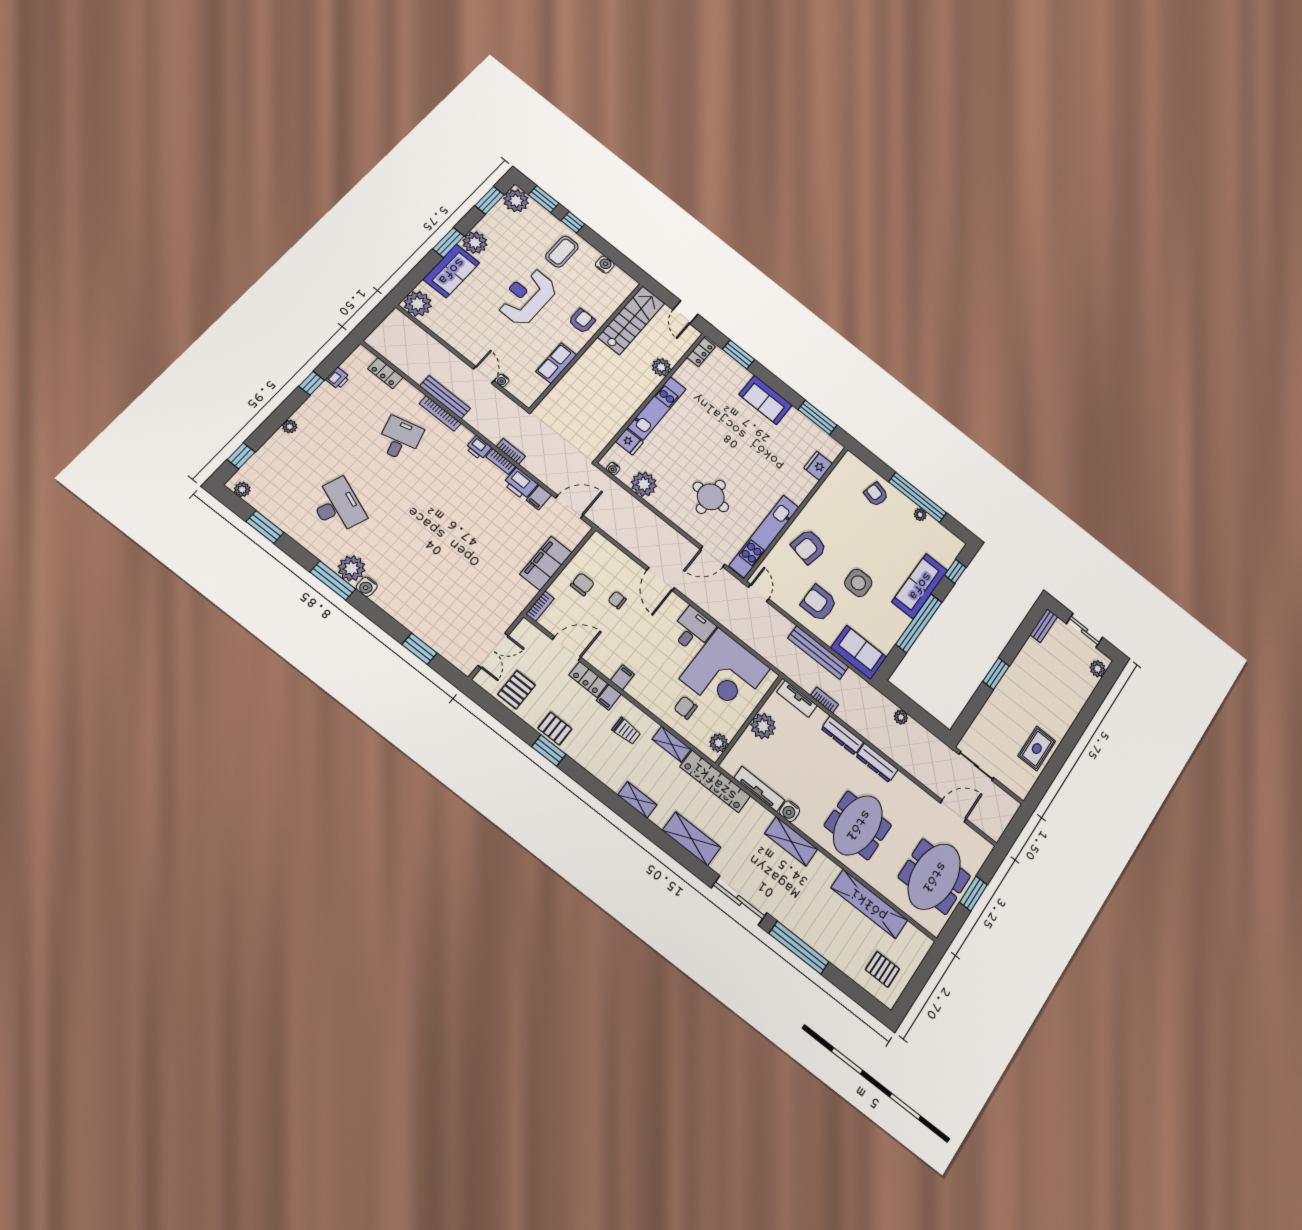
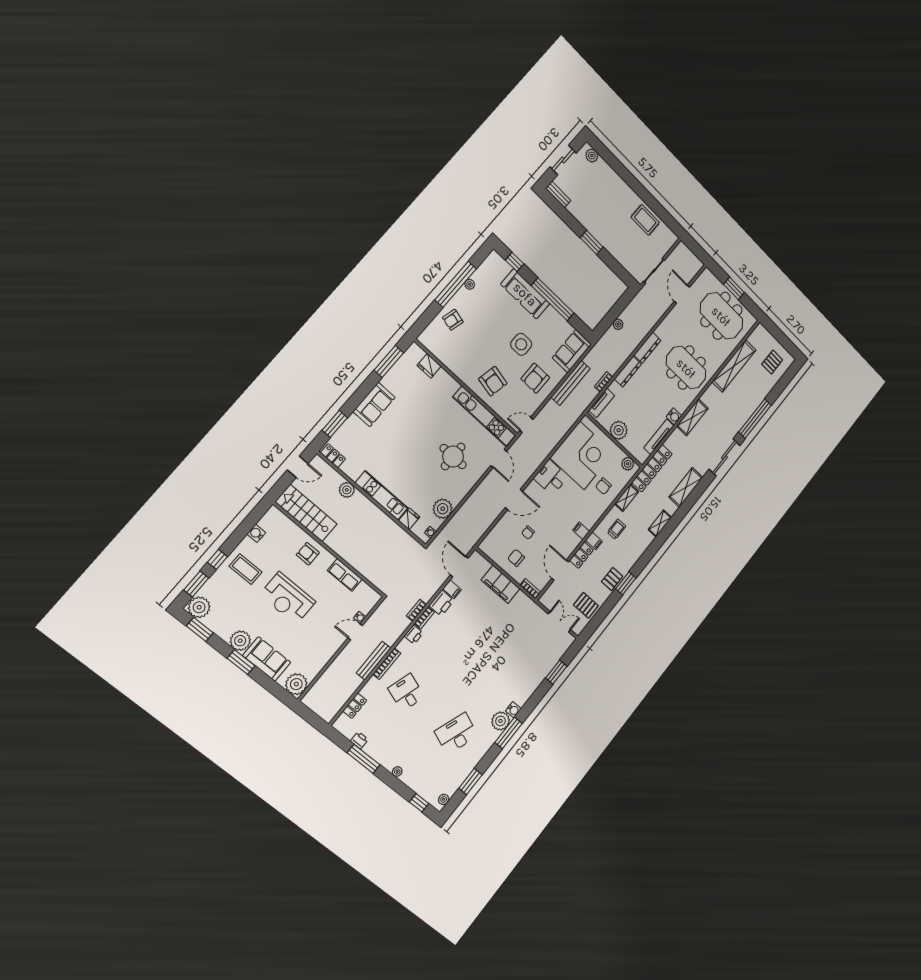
window: (312, 383) -> (363, 759), width x2.17
desk: (400, 439) -> (406, 692), turned 33

